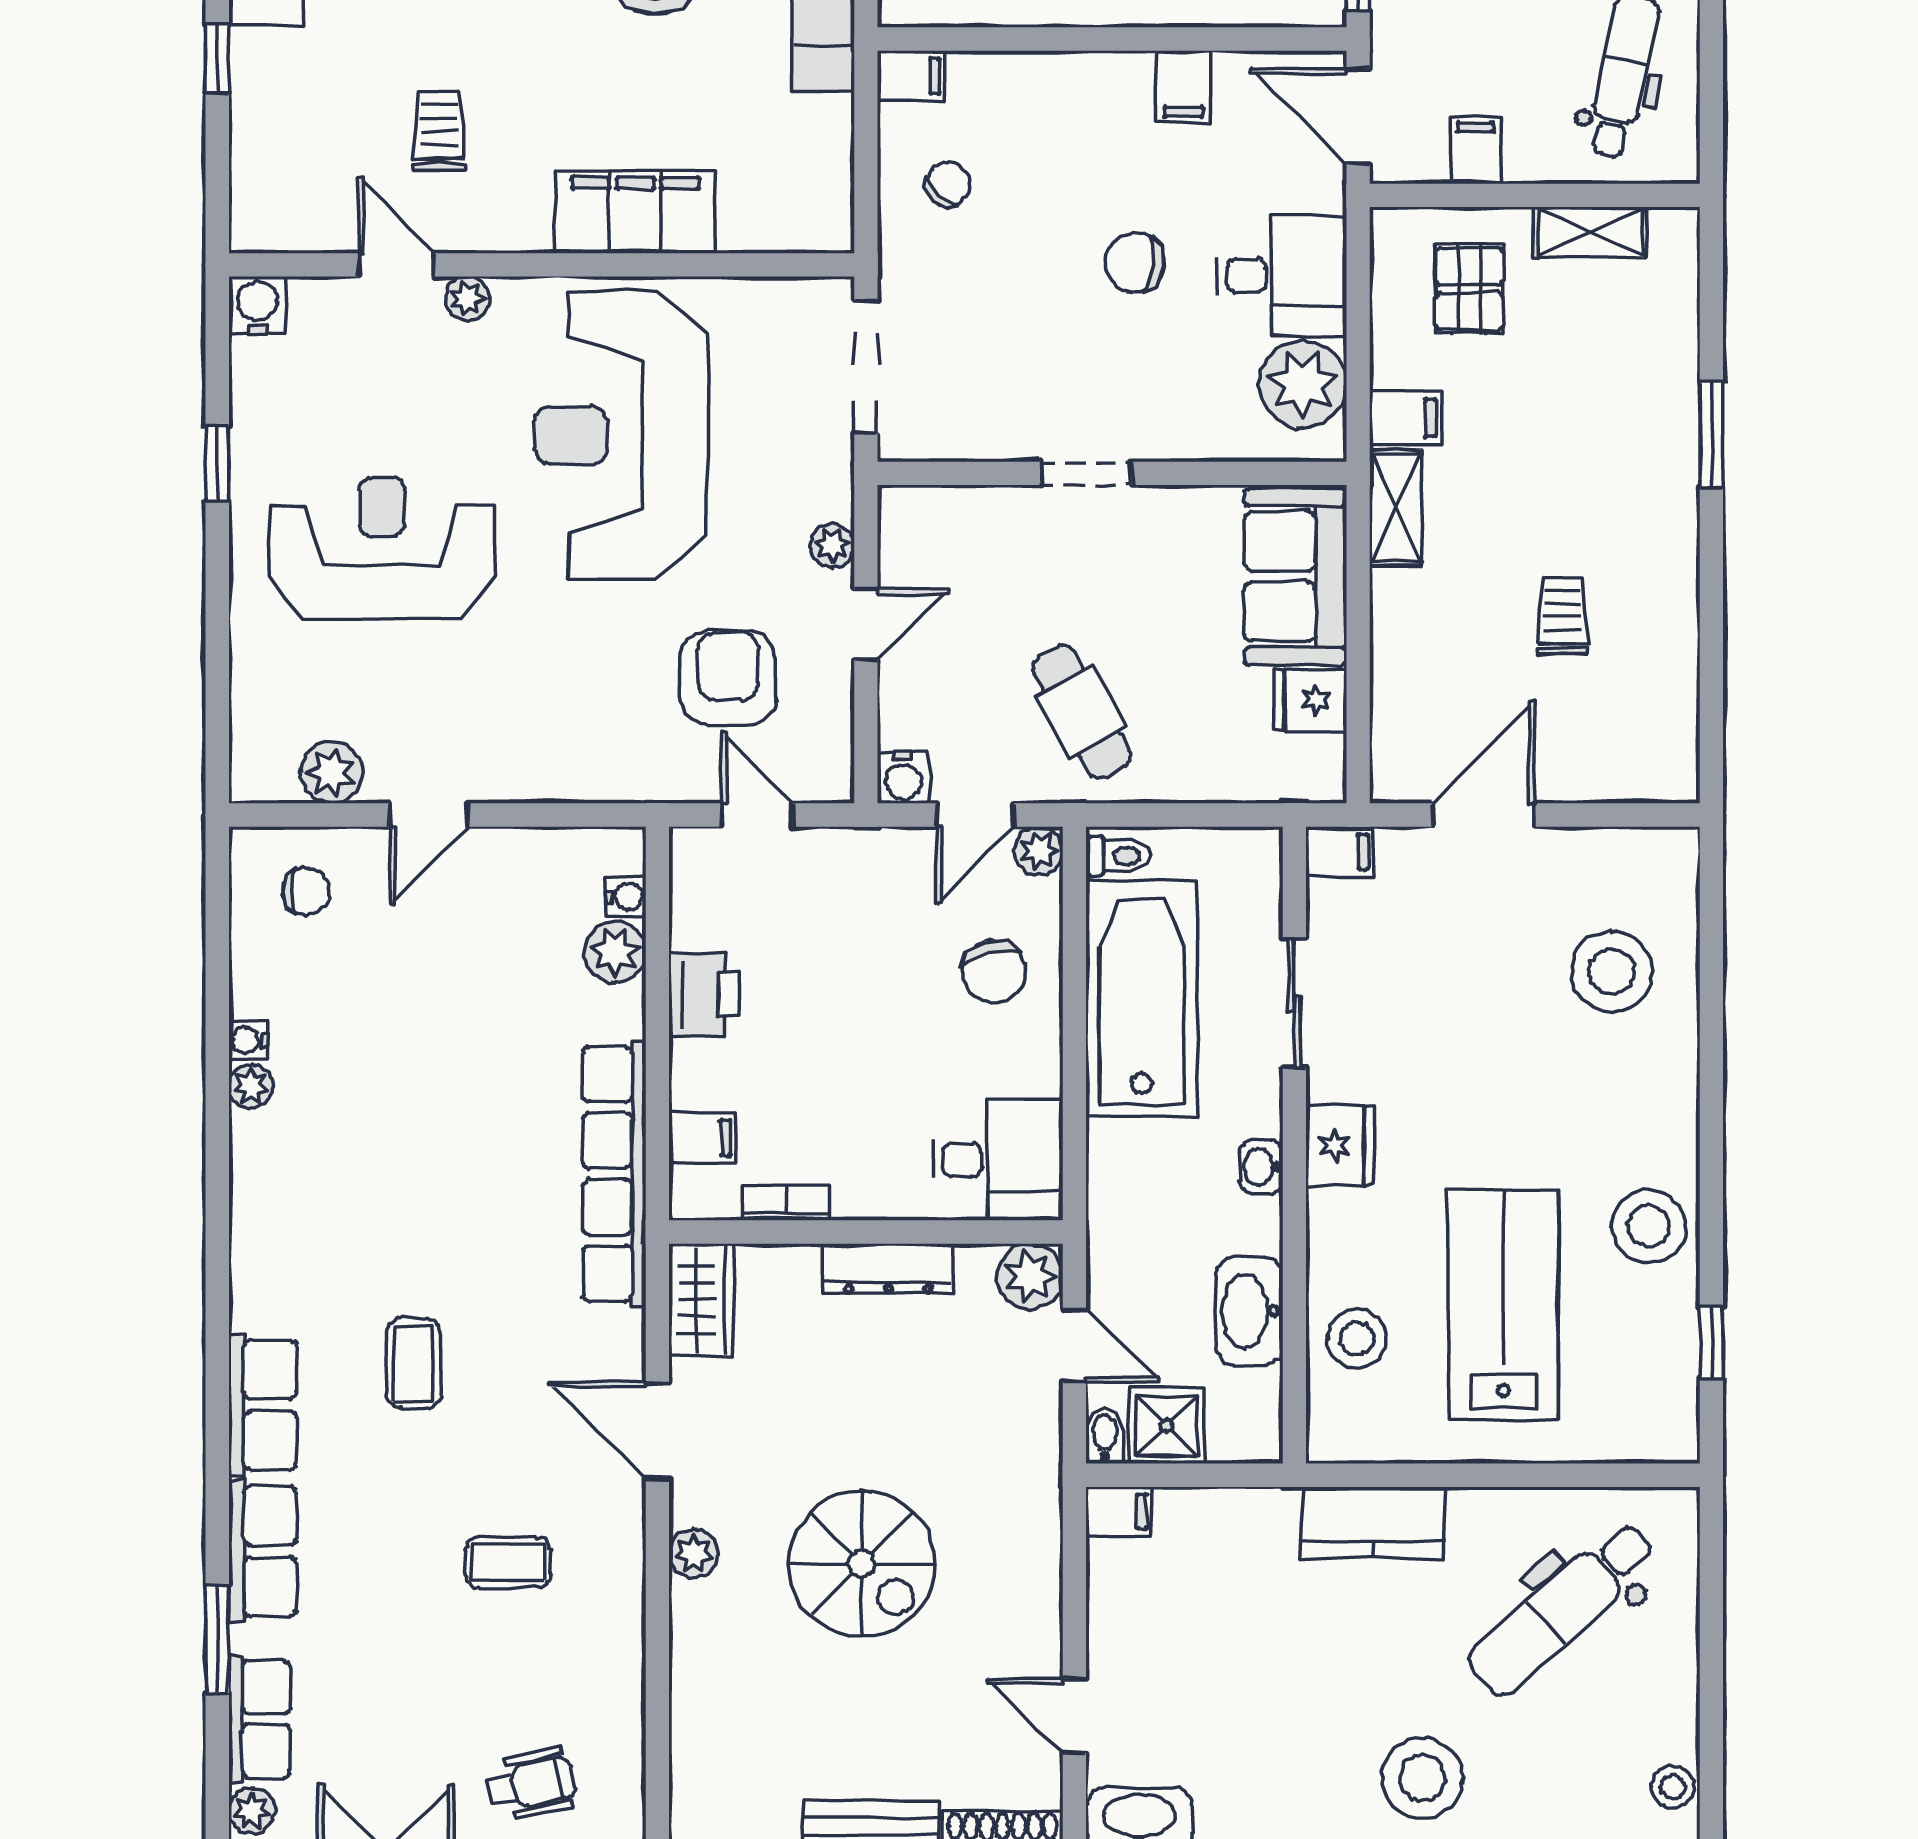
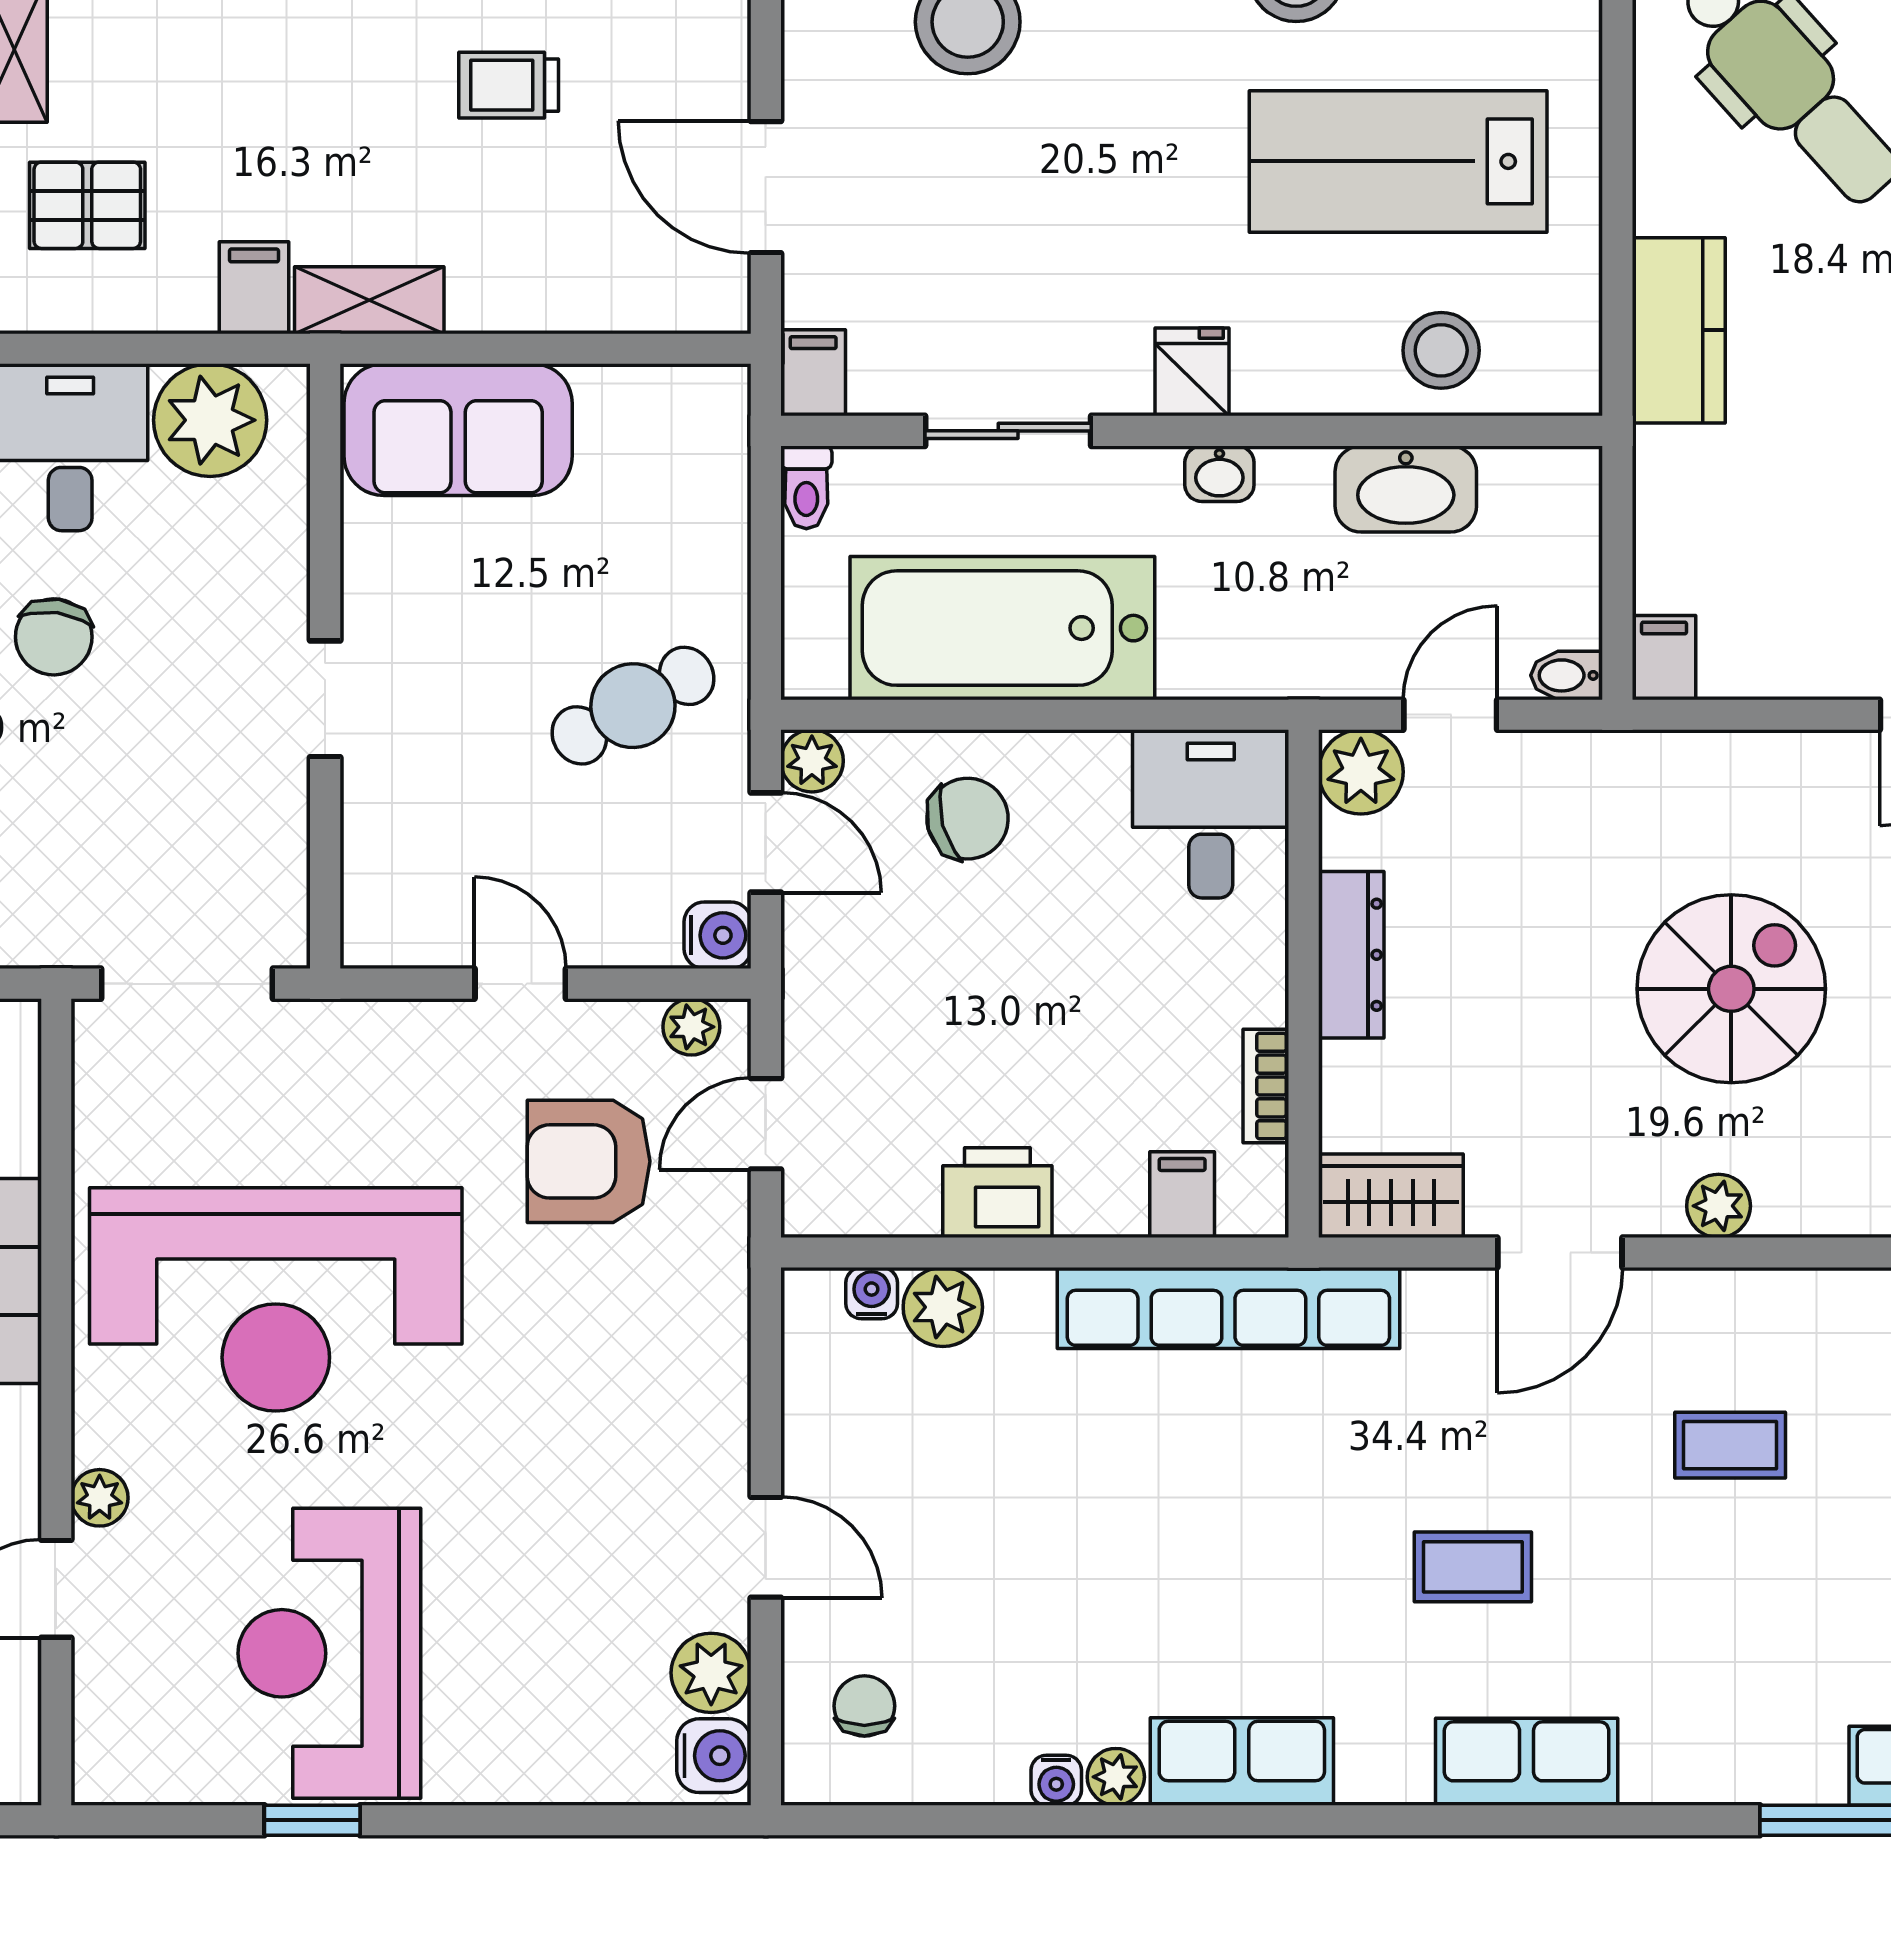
water cooler: (257, 305) -> (714, 1756), moved, turned 180
plant: (832, 545) -> (691, 1027), moved
reception desk: (382, 548) -> (329, 1653), moved
fridge: (1310, 700) -> (618, 411), removed
toilet: (1118, 856) -> (806, 487), moved, turned 180
fridge: (1340, 1145) -> (1192, 372), width x0.72
shower: (1166, 1426) -> (1554, 596), removed
row of seats: (263, 1551) -> (1242, 1762), moved
coffee table: (508, 1563) -> (1730, 1445), turned 90

